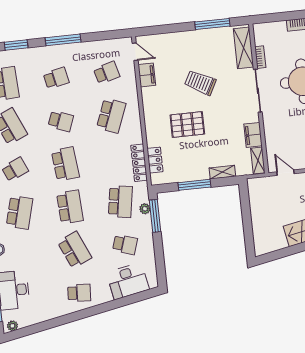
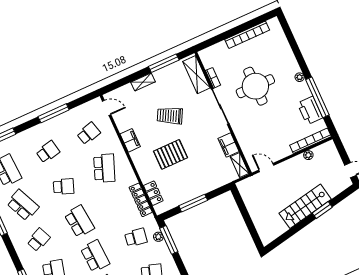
window: (63, 40) -> (54, 113), moved
filing cabinet: (147, 75) -> (130, 140), moved
shelving: (222, 172) -> (143, 82), moved
school desk: (120, 202) -> (136, 238), width x0.54

